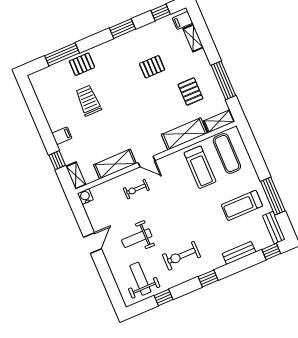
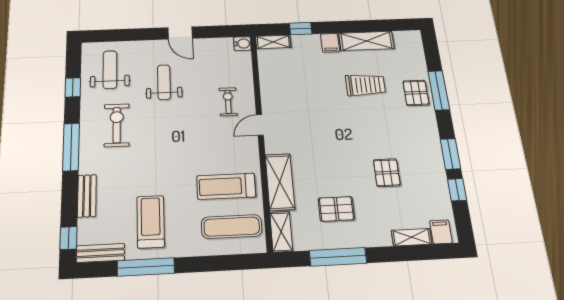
window: (161, 12) -> (457, 190), moved
window: (62, 54) -> (439, 90), moved
shelving: (115, 164) -> (366, 41), moved, turned 90
window: (208, 278) -> (71, 147), width x2.17
weight bench: (140, 279) -> (110, 70), turned -90

